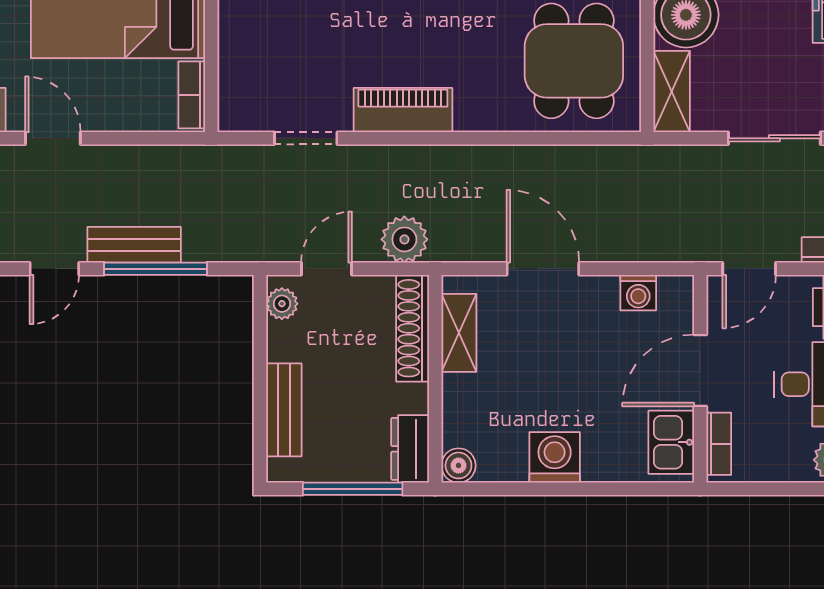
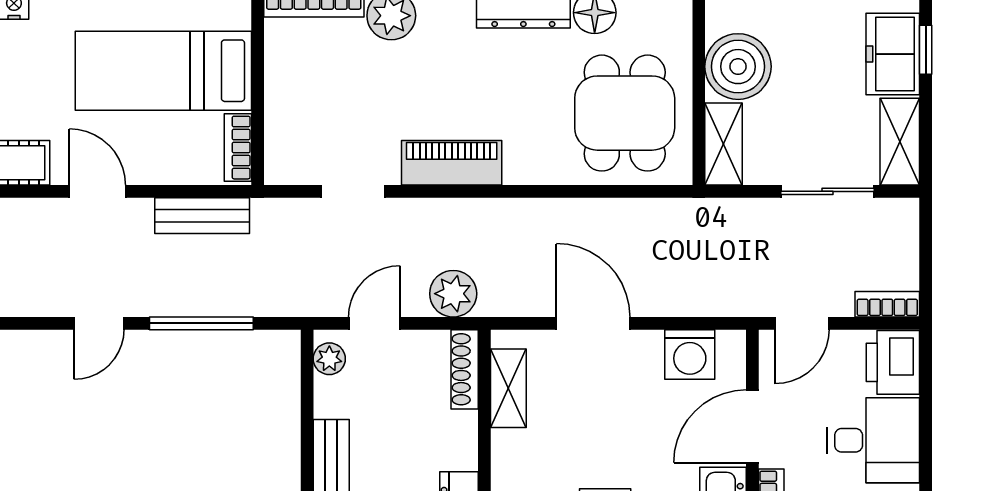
bench: (134, 245) -> (202, 216), moved
washing machine: (638, 293) -> (690, 354), width x1.38, depth x1.38
shoe rack: (413, 328) -> (465, 369), width x0.74, depth x0.81

